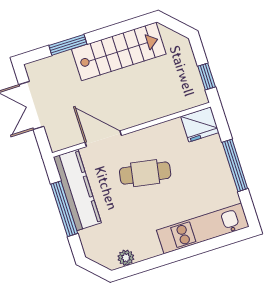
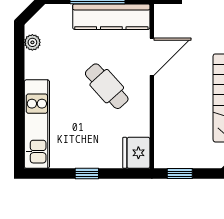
window: (235, 165) -> (87, 174), width x0.46
cafe table: (145, 173) -> (107, 86), turned -52

